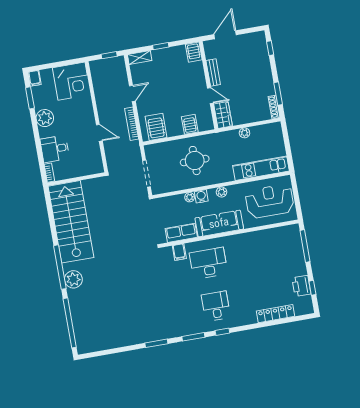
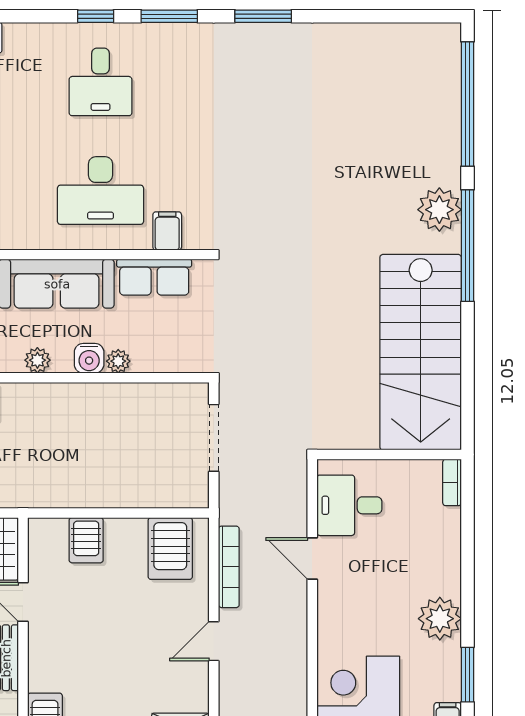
desk: (55, 149) -> (349, 505), moved, turned 180
round table: (195, 161) -> (90, 449), removed

